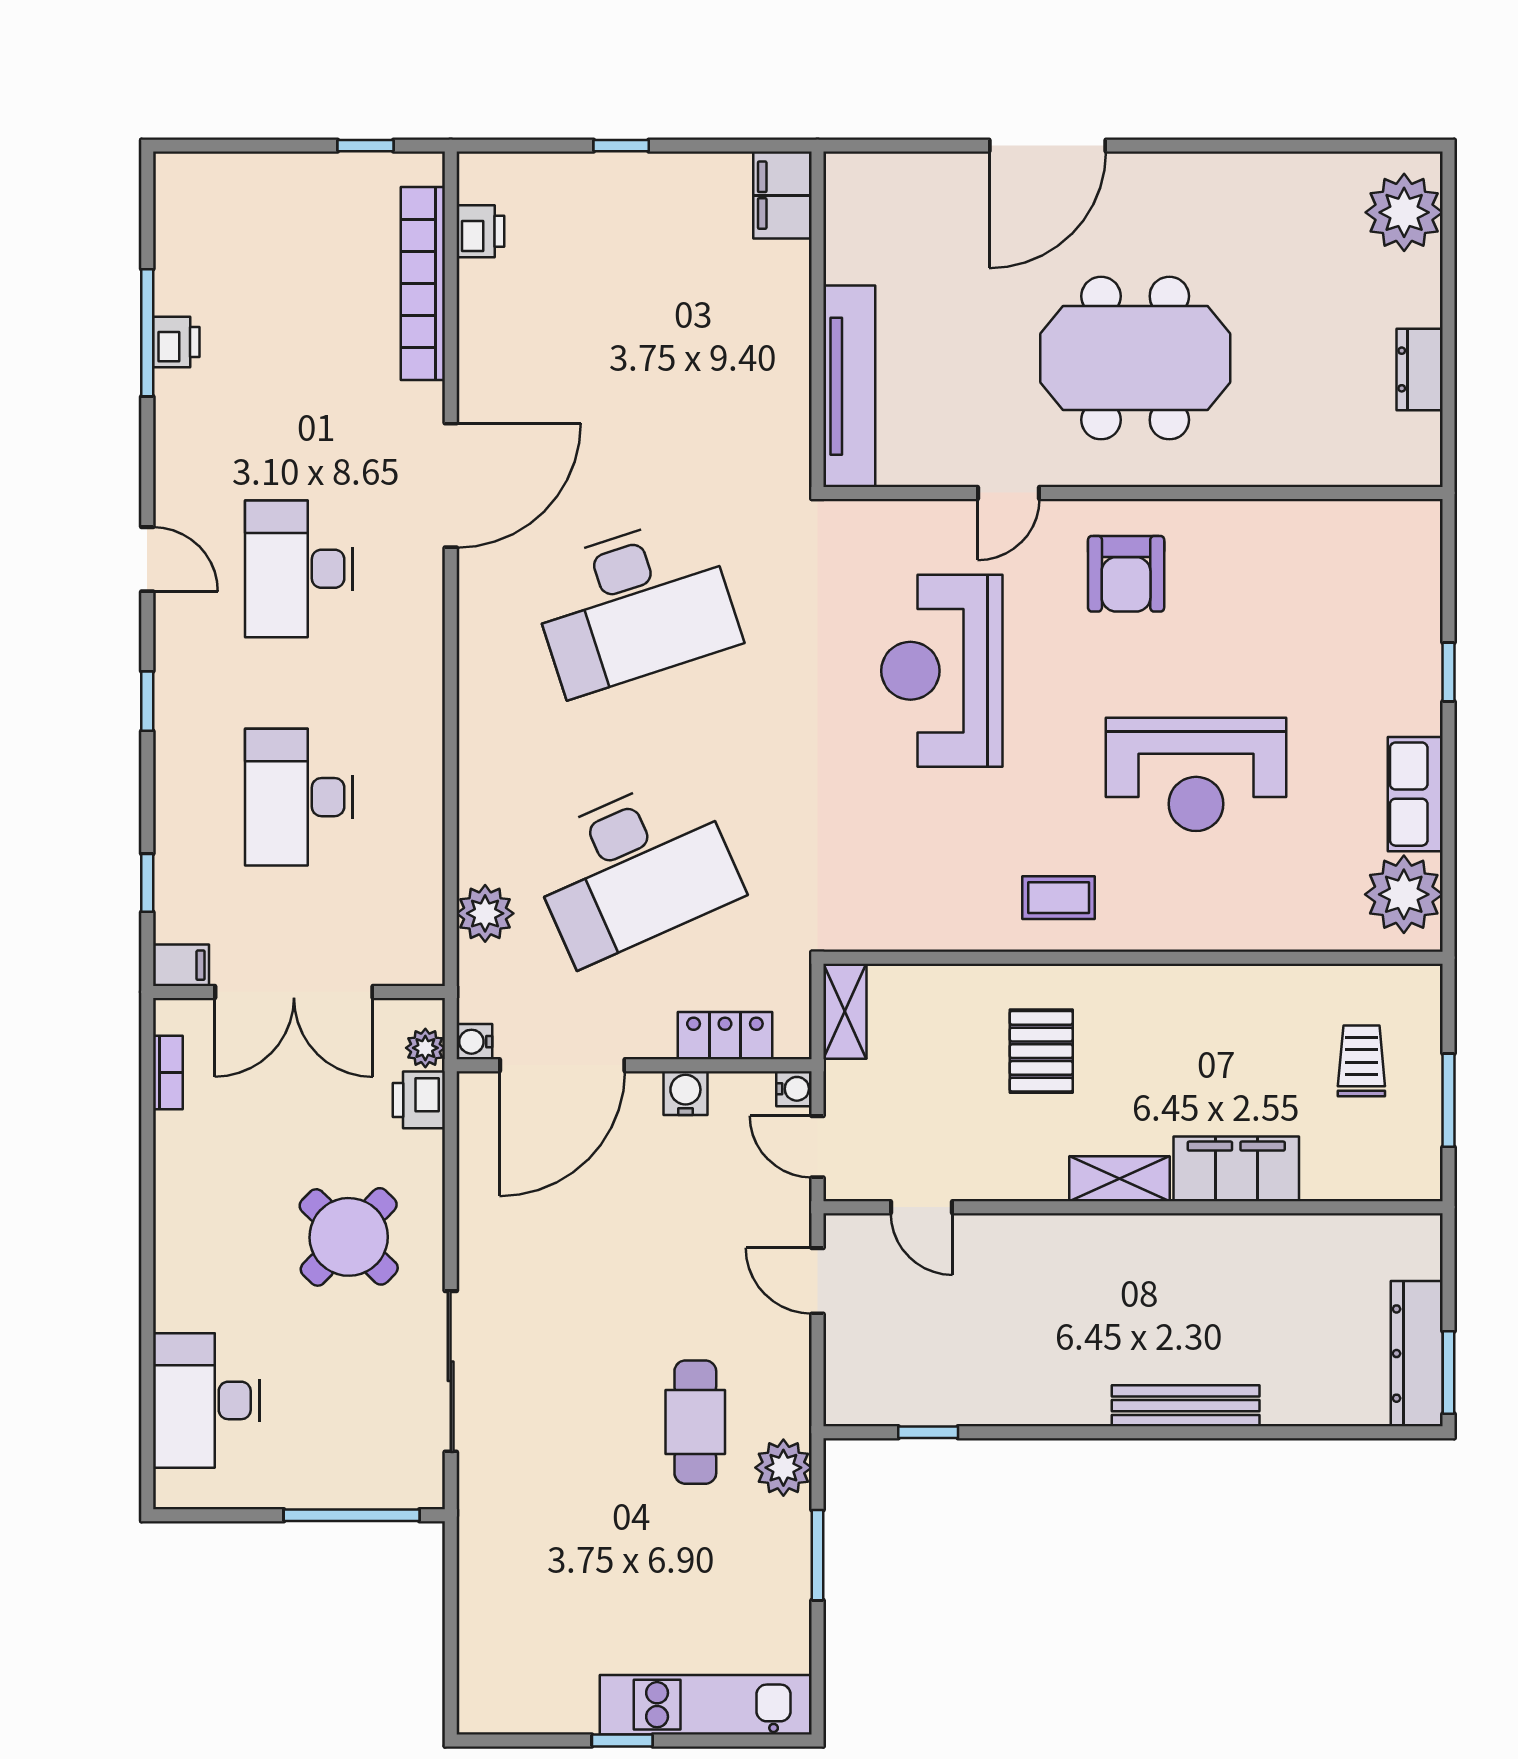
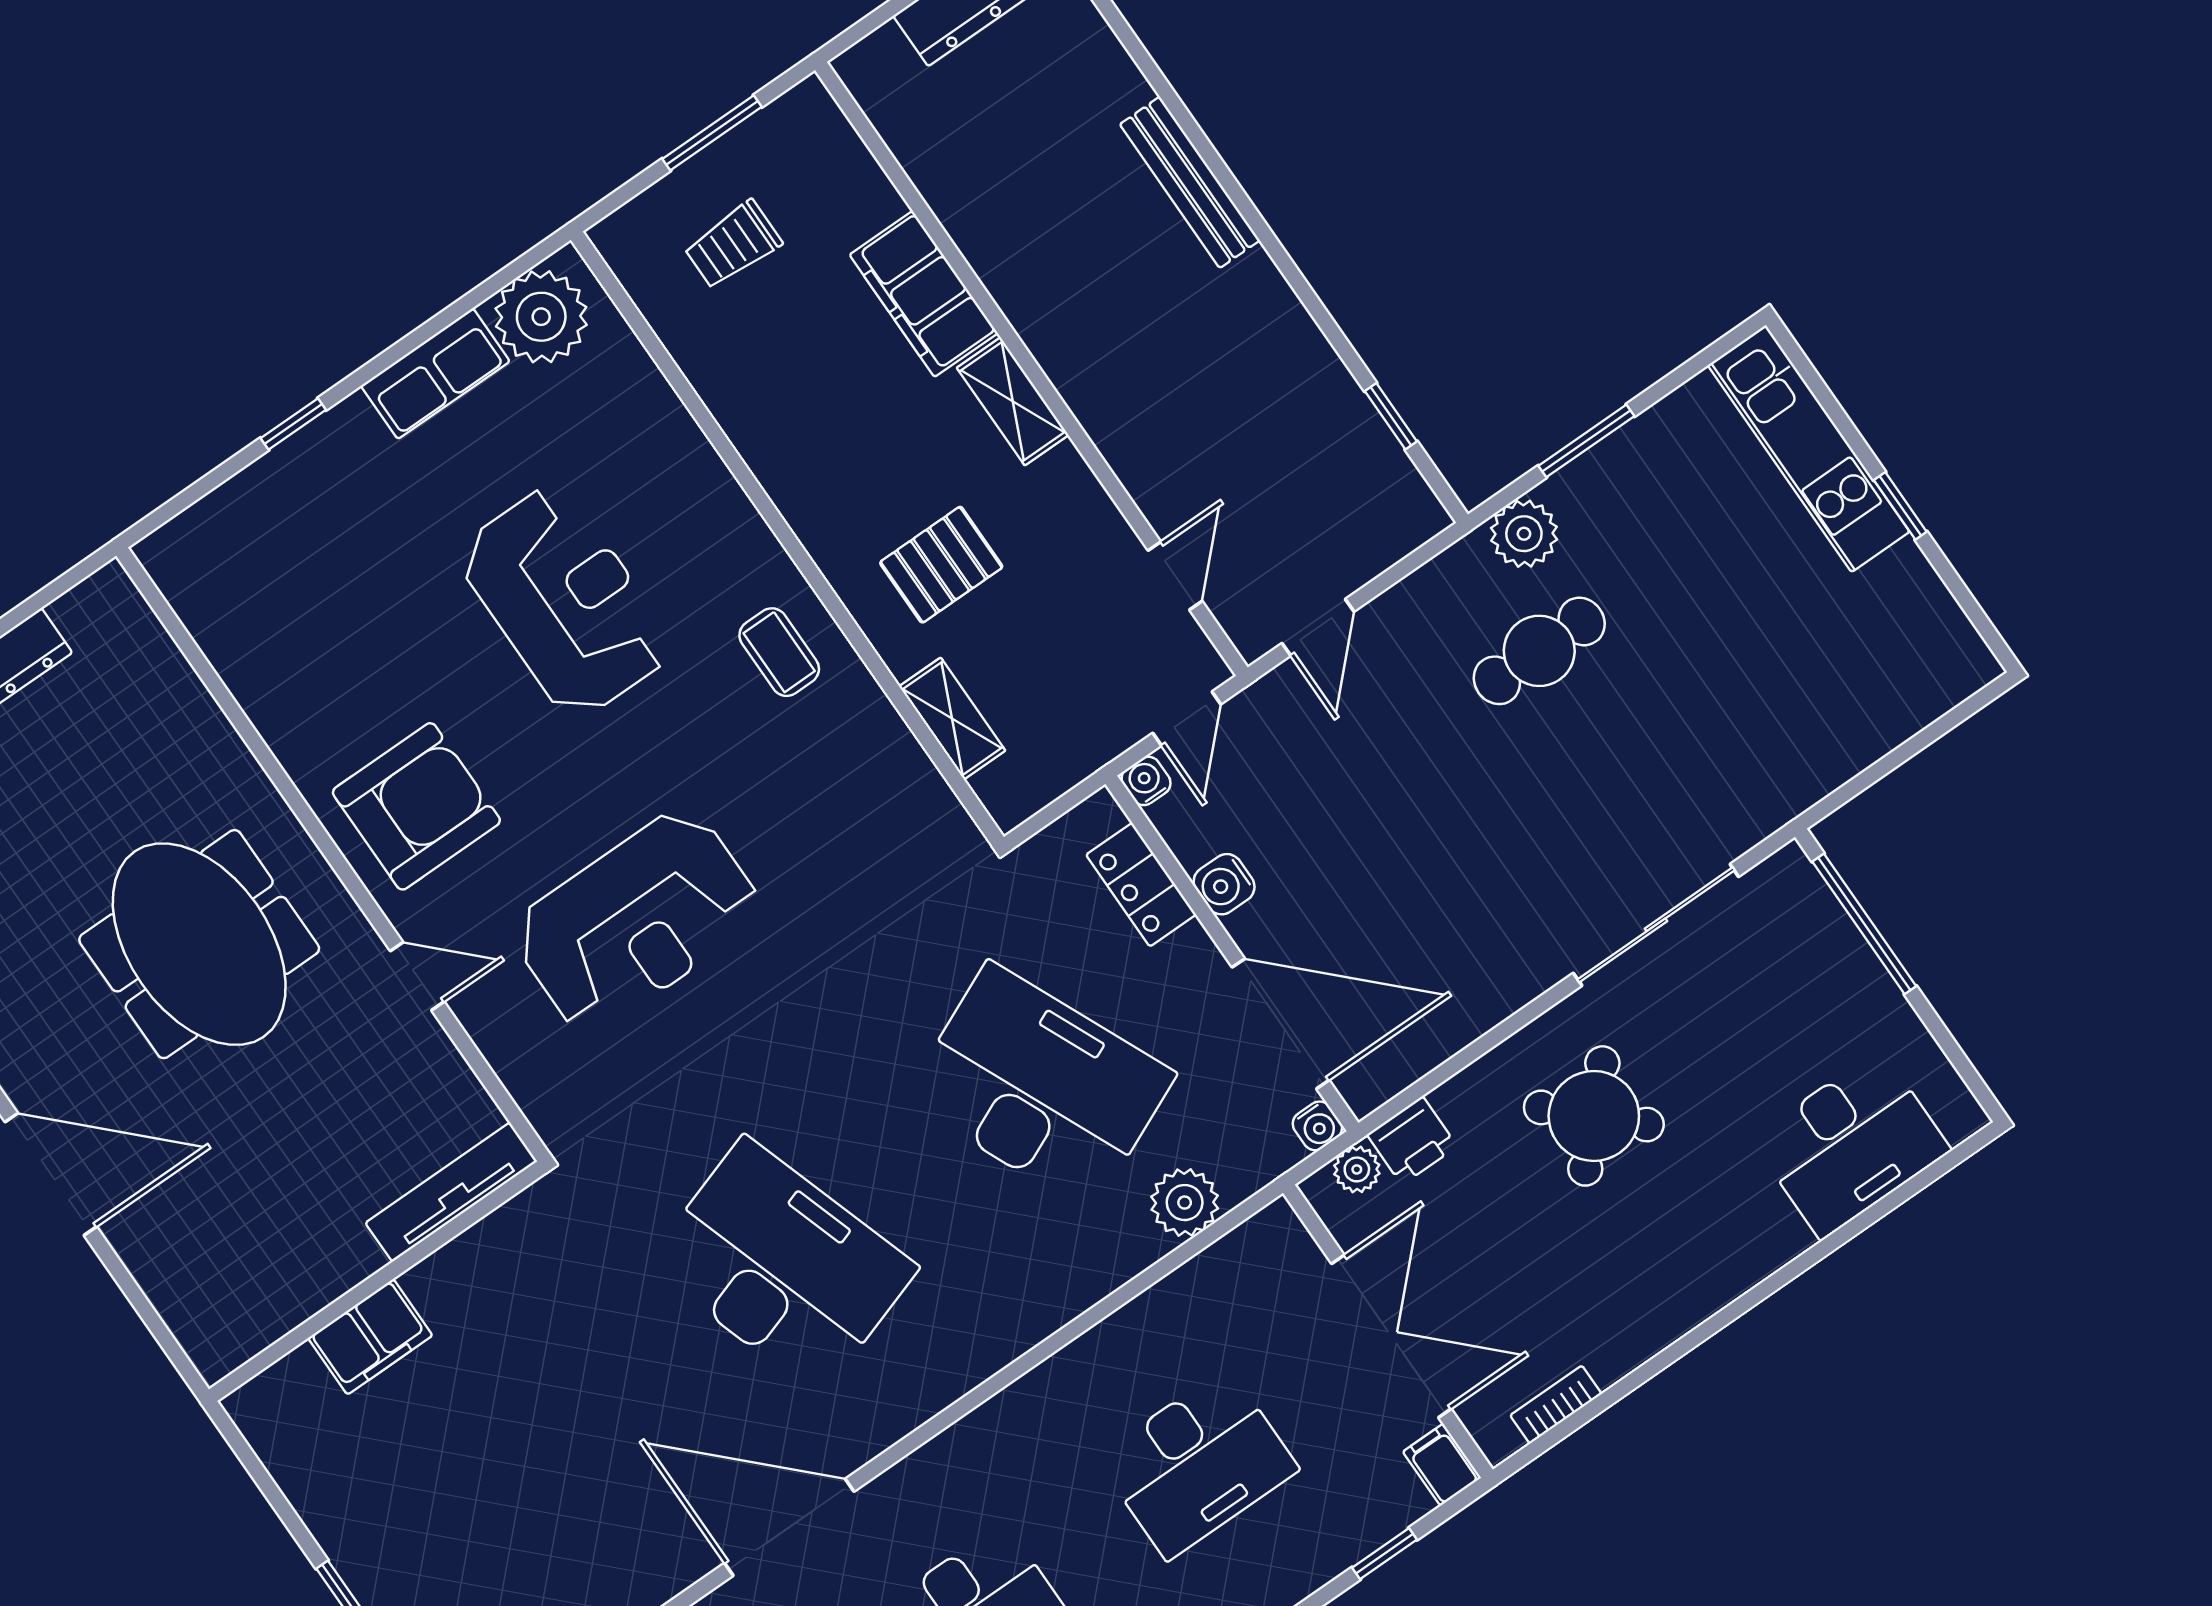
filing cabinet: (783, 195) -> (370, 1337), moved
tv unit: (849, 386) -> (451, 1192), width x0.73, depth x0.78
armchair: (1126, 574) -> (416, 806), width x1.36, depth x1.36
shelving: (845, 1011) -> (952, 719), moved, turned 90

